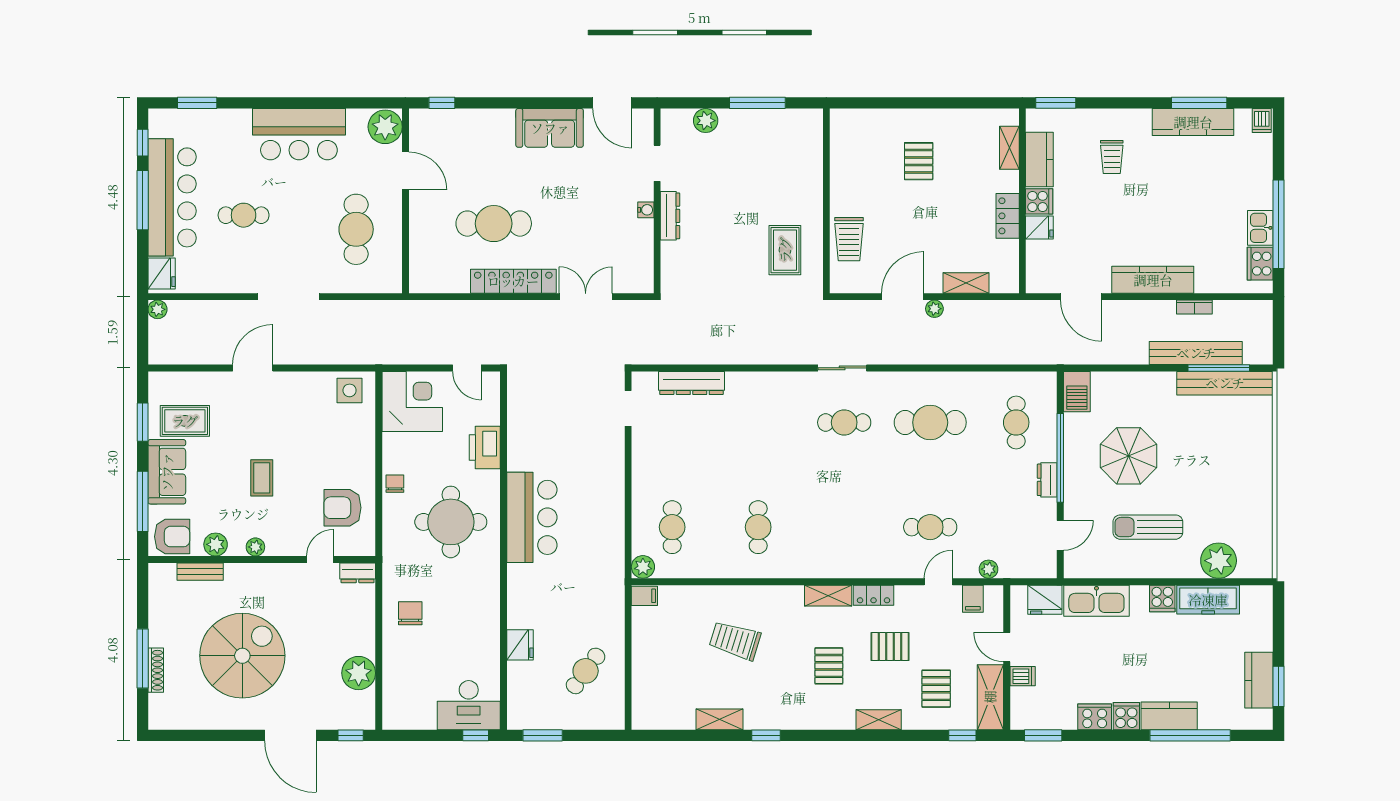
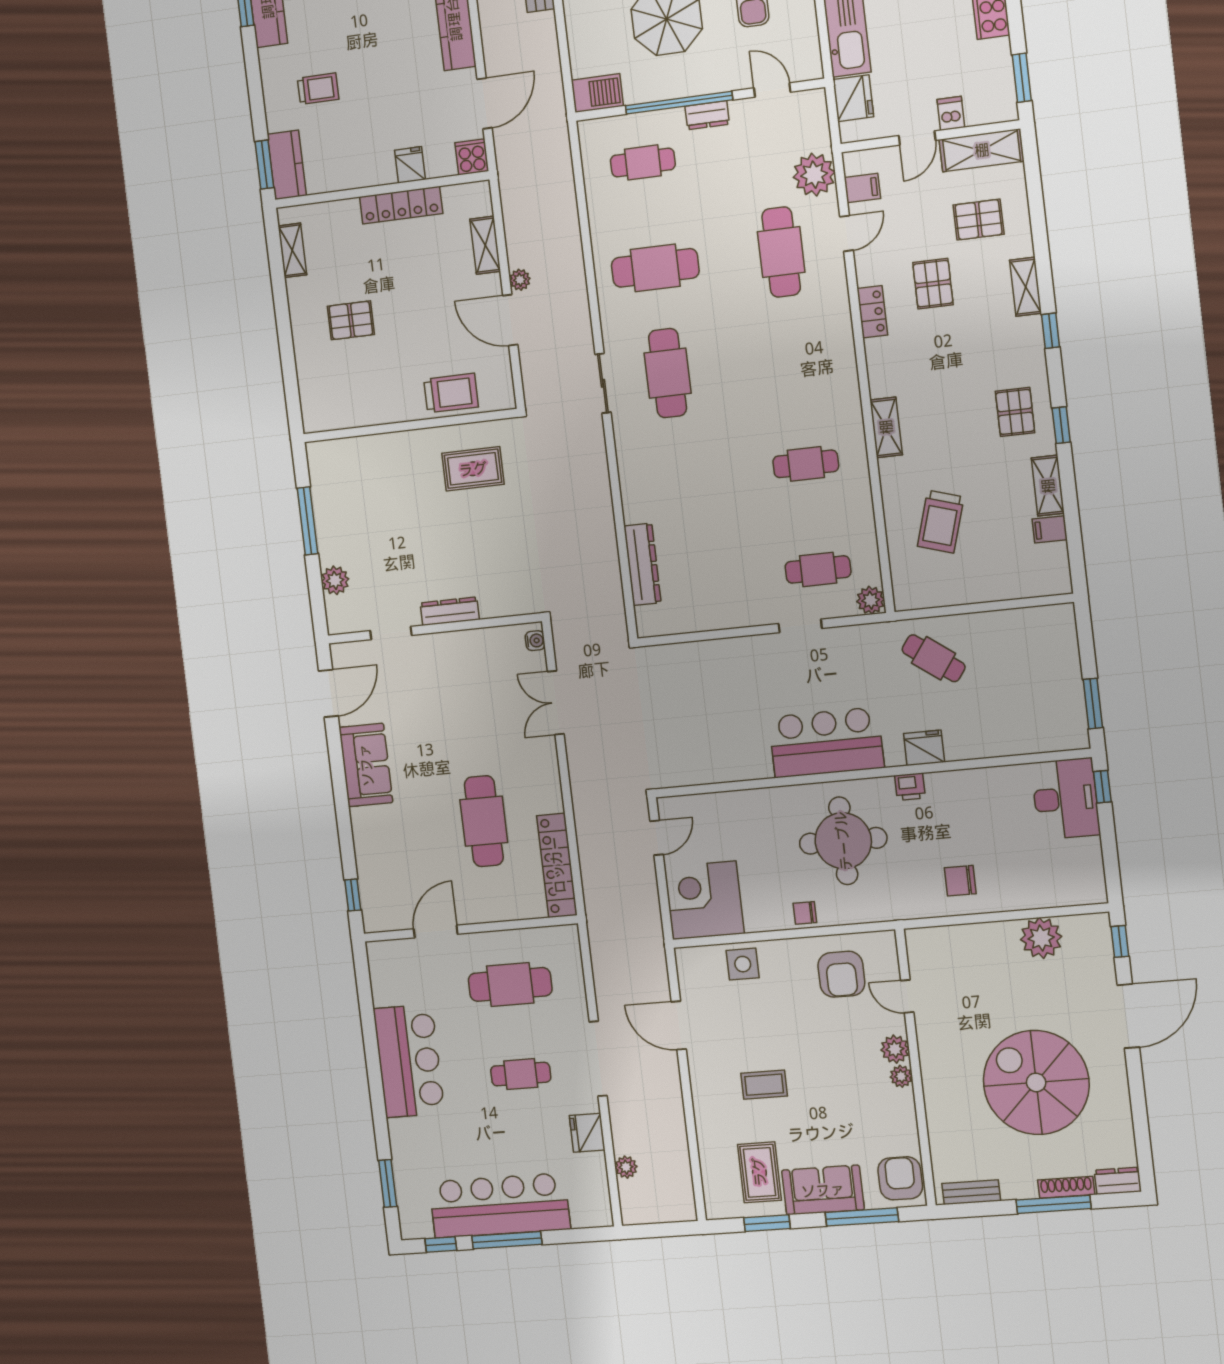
plant: (385, 127) -> (388, 960), removed
shelving: (1009, 148) -> (292, 250), moved, turned 90
kitchen counter: (1039, 160) -> (287, 165), moved, turned 90
cooker: (1039, 201) -> (472, 157), moved
water cooler: (646, 210) -> (535, 641), moved, turned 90
cafe table: (244, 215) -> (521, 1074), moved, turned 90
locker: (1008, 216) -> (401, 205), width x1.53
fridge: (162, 274) -> (587, 1133), moved, turned -90
locker: (513, 281) -> (557, 865), moved
plant: (158, 309) -> (626, 1167), moved
door: (253, 368) -> (679, 1025), moved
side table: (350, 390) -> (743, 964), moved
doorway: (628, 408) -> (800, 626), moved
cafe table: (844, 422) -> (668, 373), width x1.37, depth x1.35
cafe table: (930, 422) -> (655, 268), turned 90
printer: (485, 447) -> (910, 787), moved, width x0.53, depth x0.68
coffee table: (262, 478) -> (764, 1085), moved
cafe table: (930, 527) -> (781, 252), width x1.37, depth x1.35
plant: (216, 544) -> (895, 1049), moved
plant: (988, 569) -> (814, 175), width x1.88, depth x1.88
bench: (200, 572) -> (971, 1192), moved, turned 90
dresser: (358, 573) -> (1118, 1181), moved, turned -90
door: (938, 582) -> (846, 233), swing flipped
filing cabinet: (644, 596) -> (1050, 529), moved, turned -90
shelving: (828, 596) -> (886, 427), moved
trolley: (735, 640) -> (941, 522), moved
fridge: (520, 645) -> (924, 748), moved
pallet: (829, 666) -> (1015, 412), moved, turned 90
cafe table: (586, 671) -> (934, 658), moved
window: (962, 735) -> (1050, 331), moved

